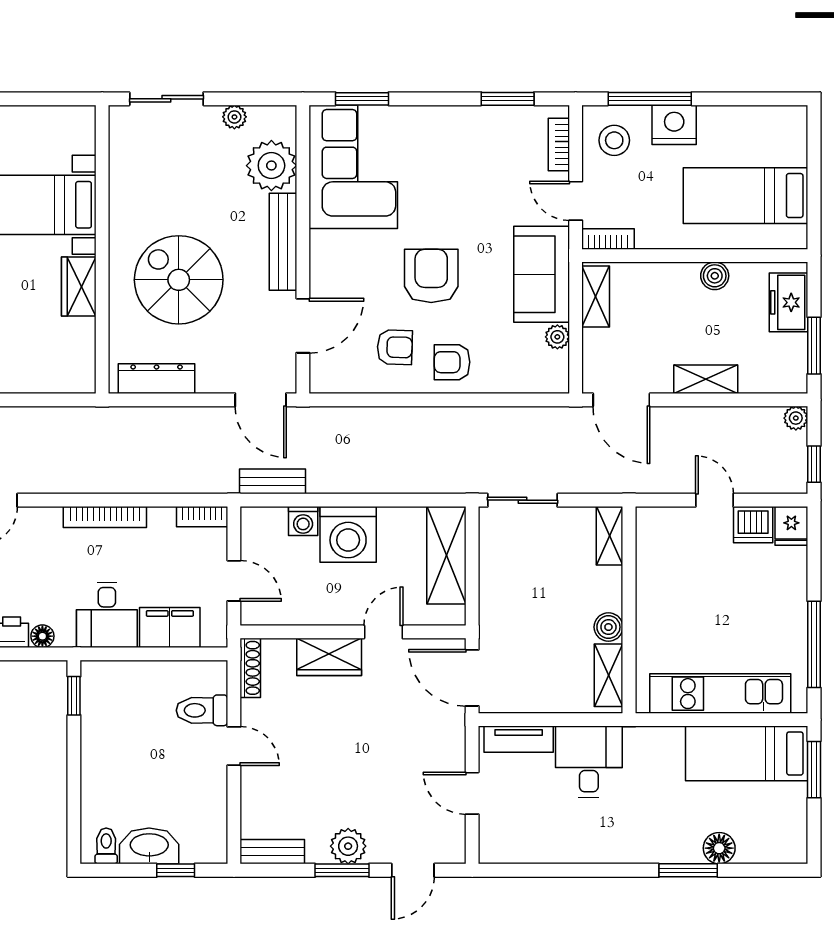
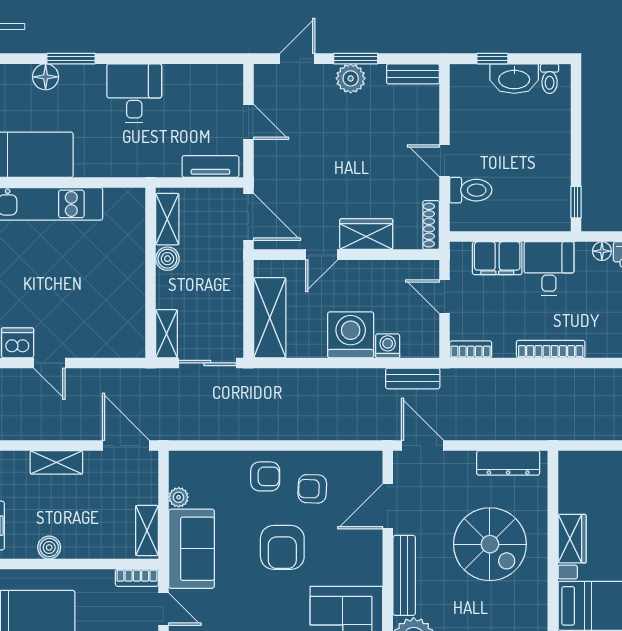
shelving: (610, 536) -> (167, 334), moved
wall: (629, 610) -> (151, 273), moved
boiler: (608, 627) -> (167, 259), moved
shelving: (609, 675) -> (167, 219), moved
desk: (589, 762) -> (134, 93), moved, turned 180

